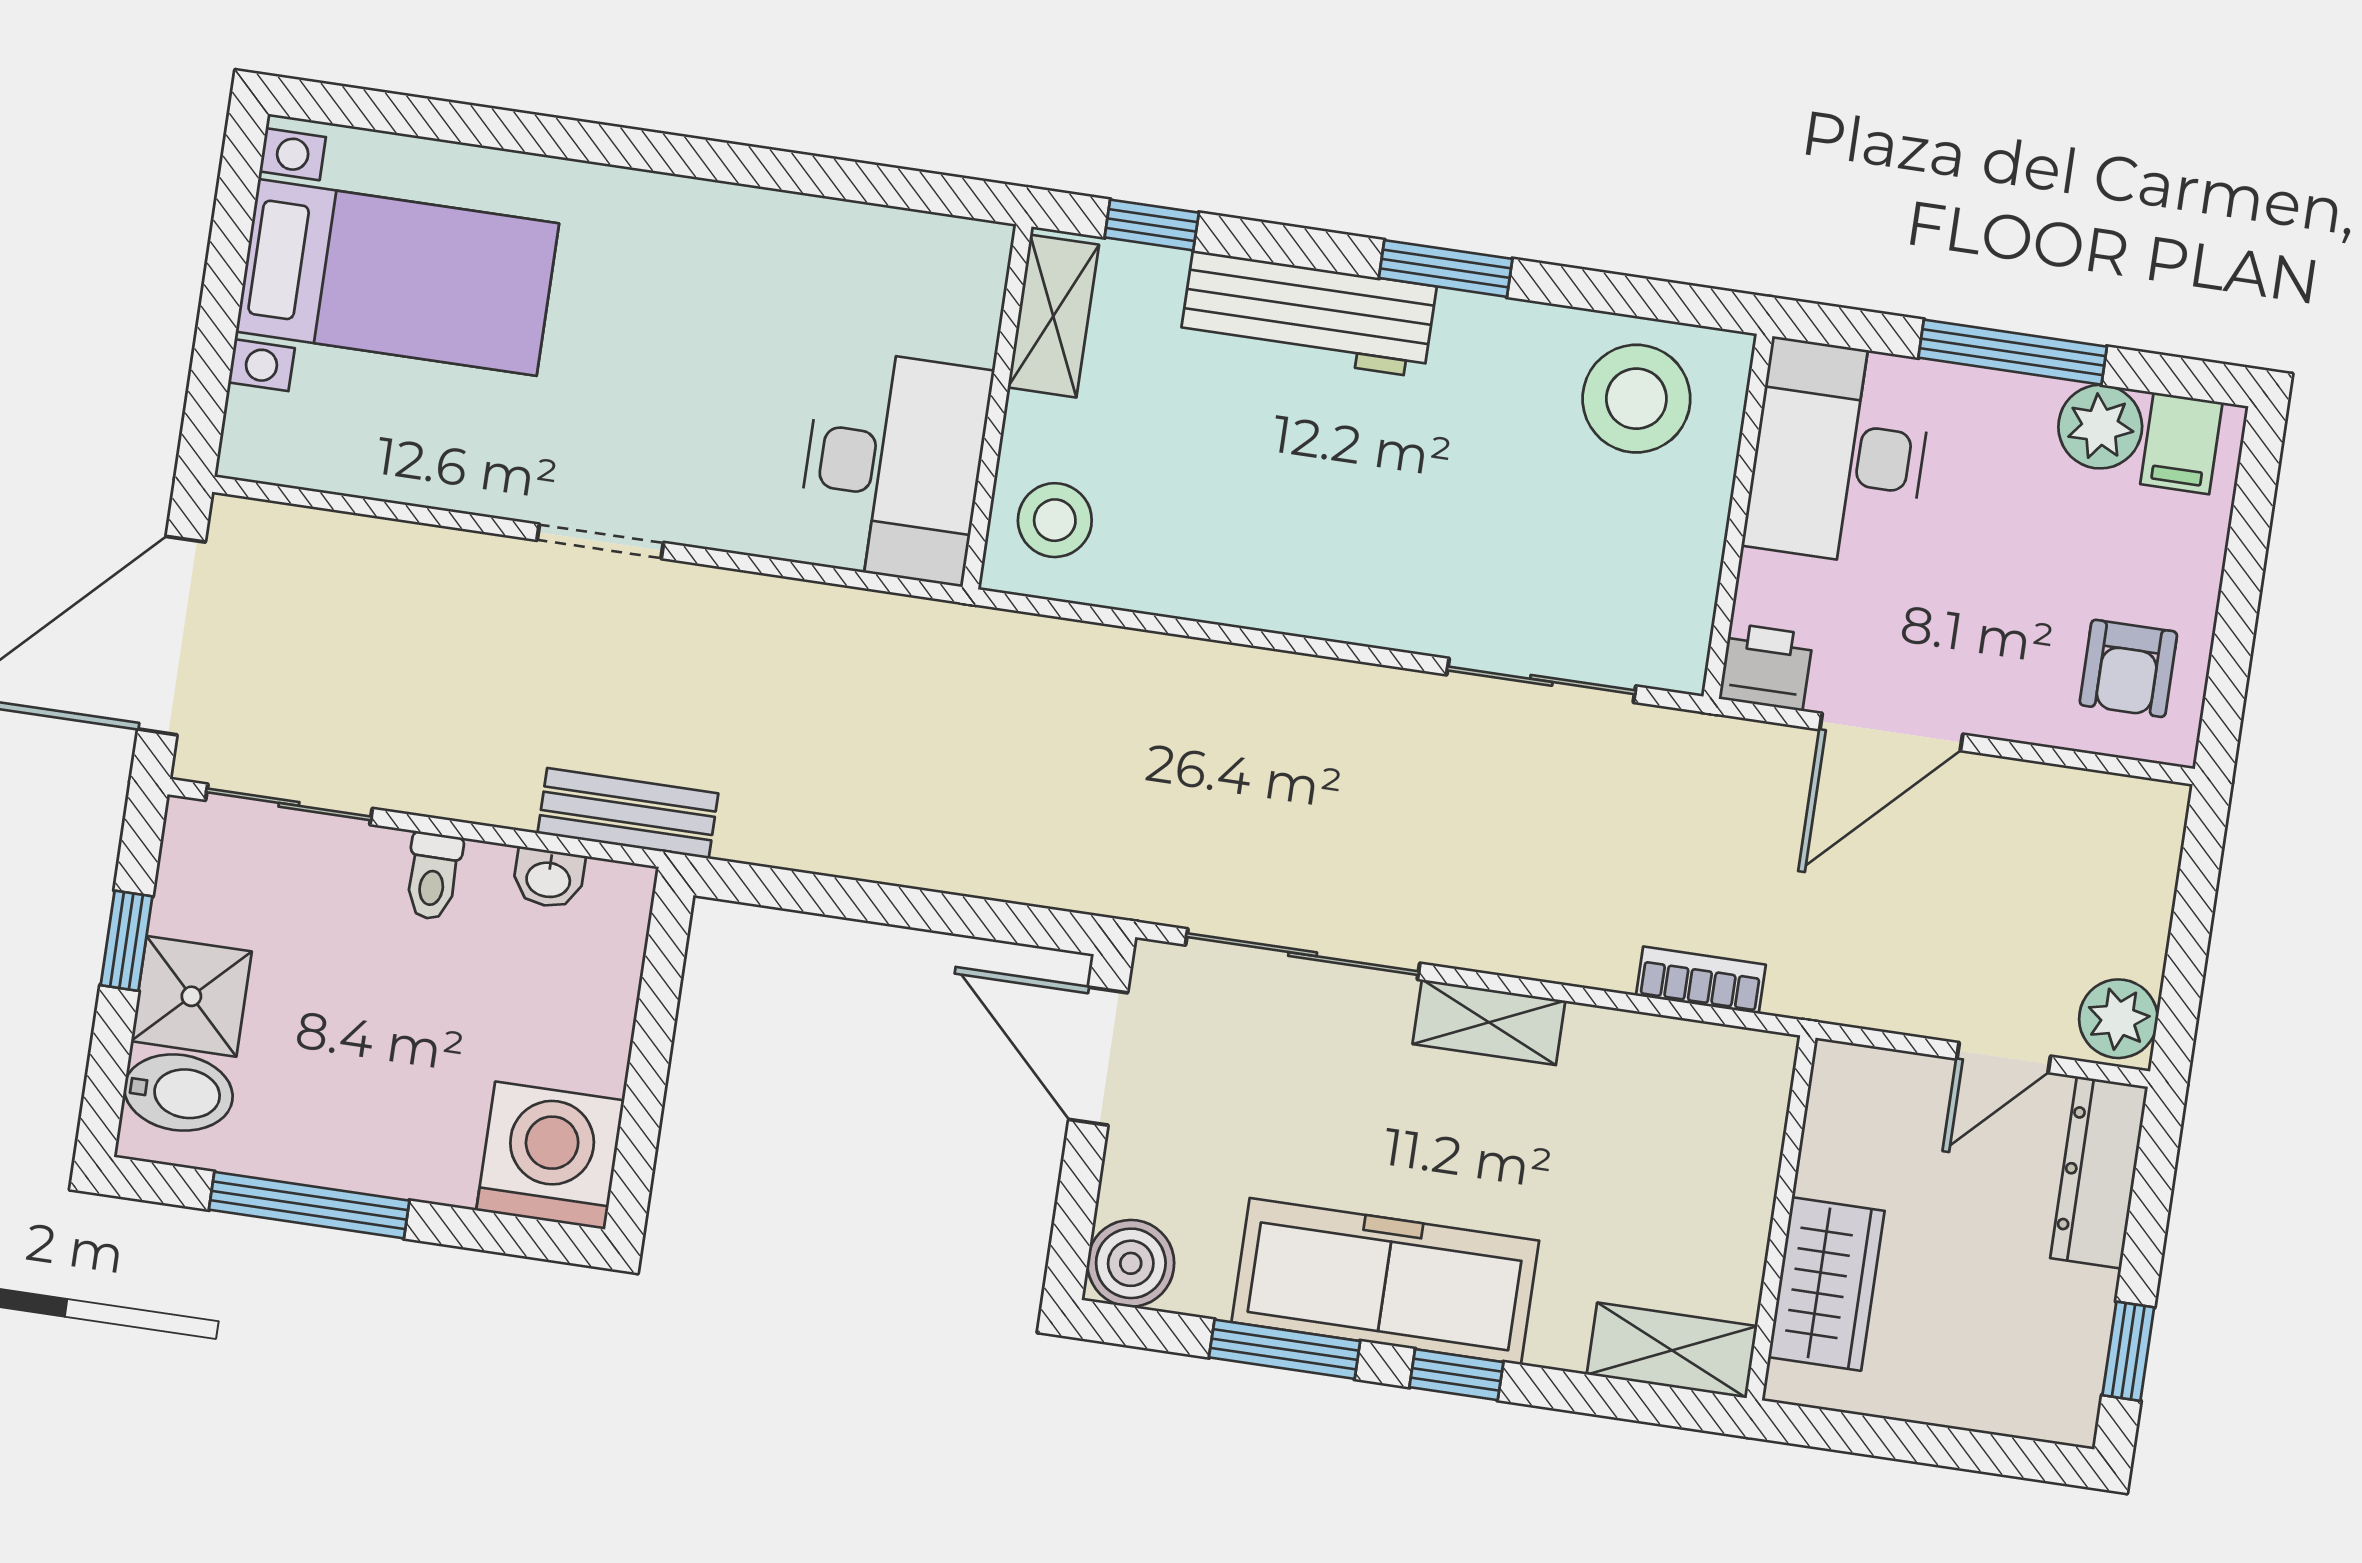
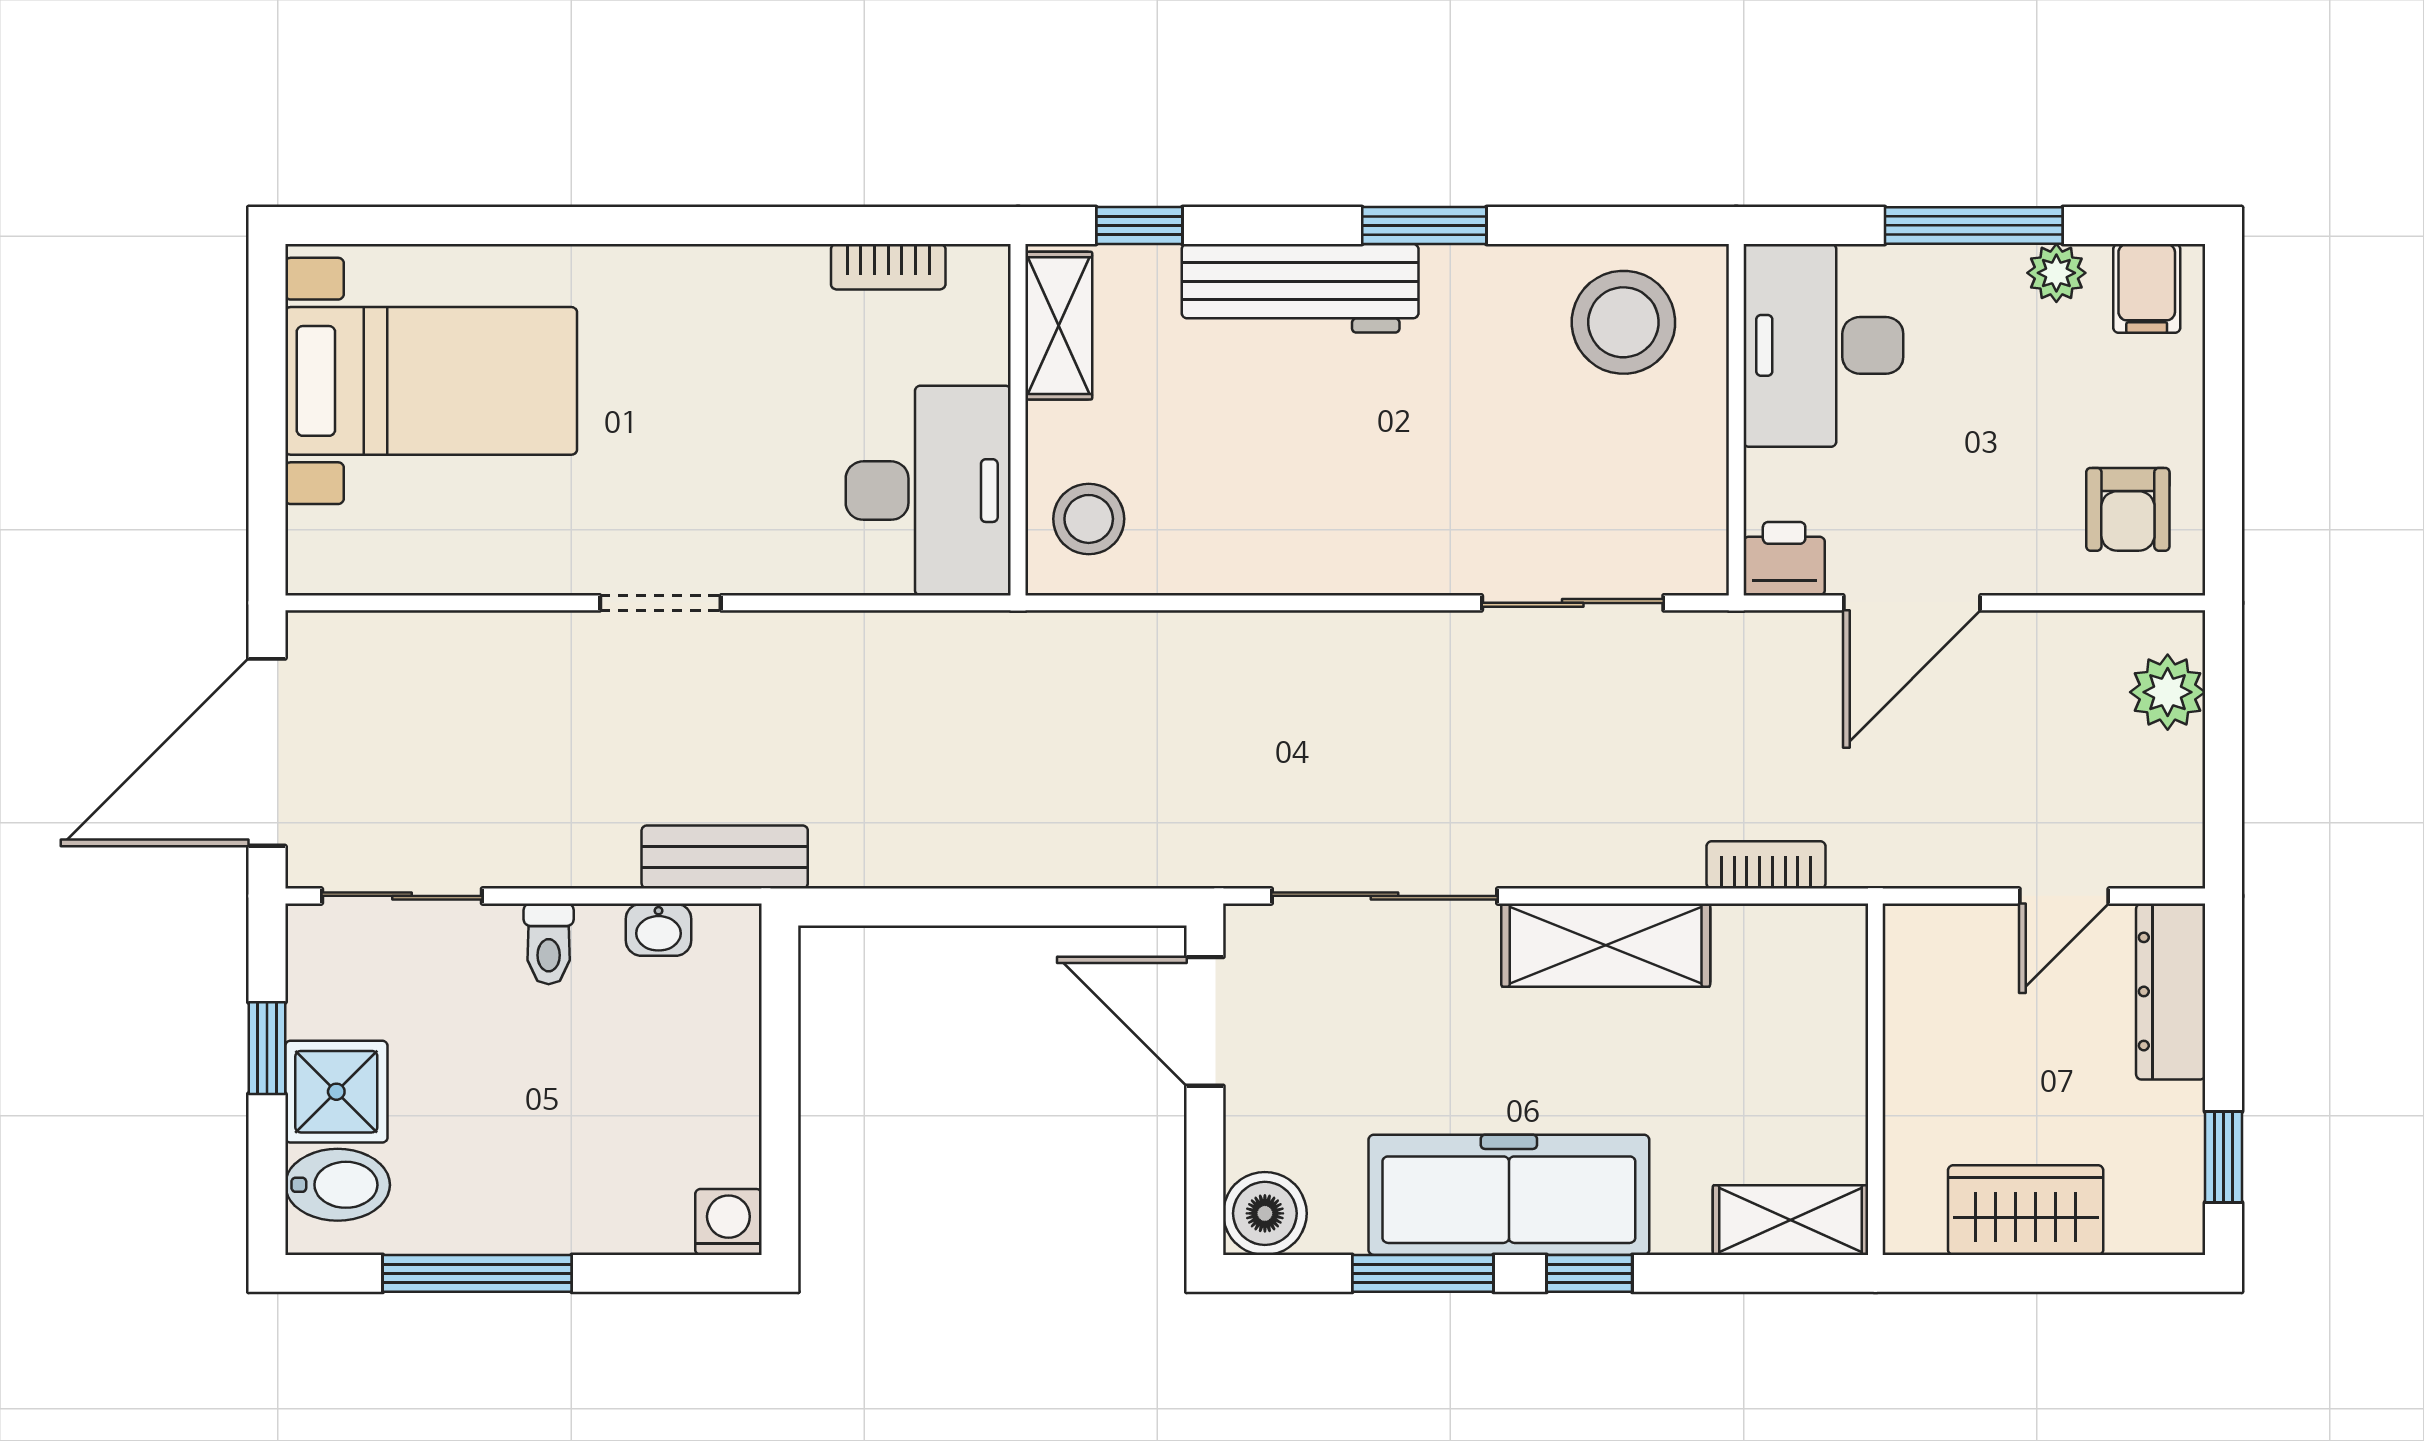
bookcase: (886, 229) -> (888, 267), added
plant: (2100, 427) -> (2056, 273), width x0.73, depth x0.73
plant: (2118, 1019) -> (2168, 692), moved
shelving: (1489, 1022) -> (1606, 945), width x1.50, depth x1.33
washing machine: (550, 1156) -> (728, 1222), width x0.53, depth x0.53
wardrobe: (1826, 1284) -> (2026, 1210), moved, turned -90

